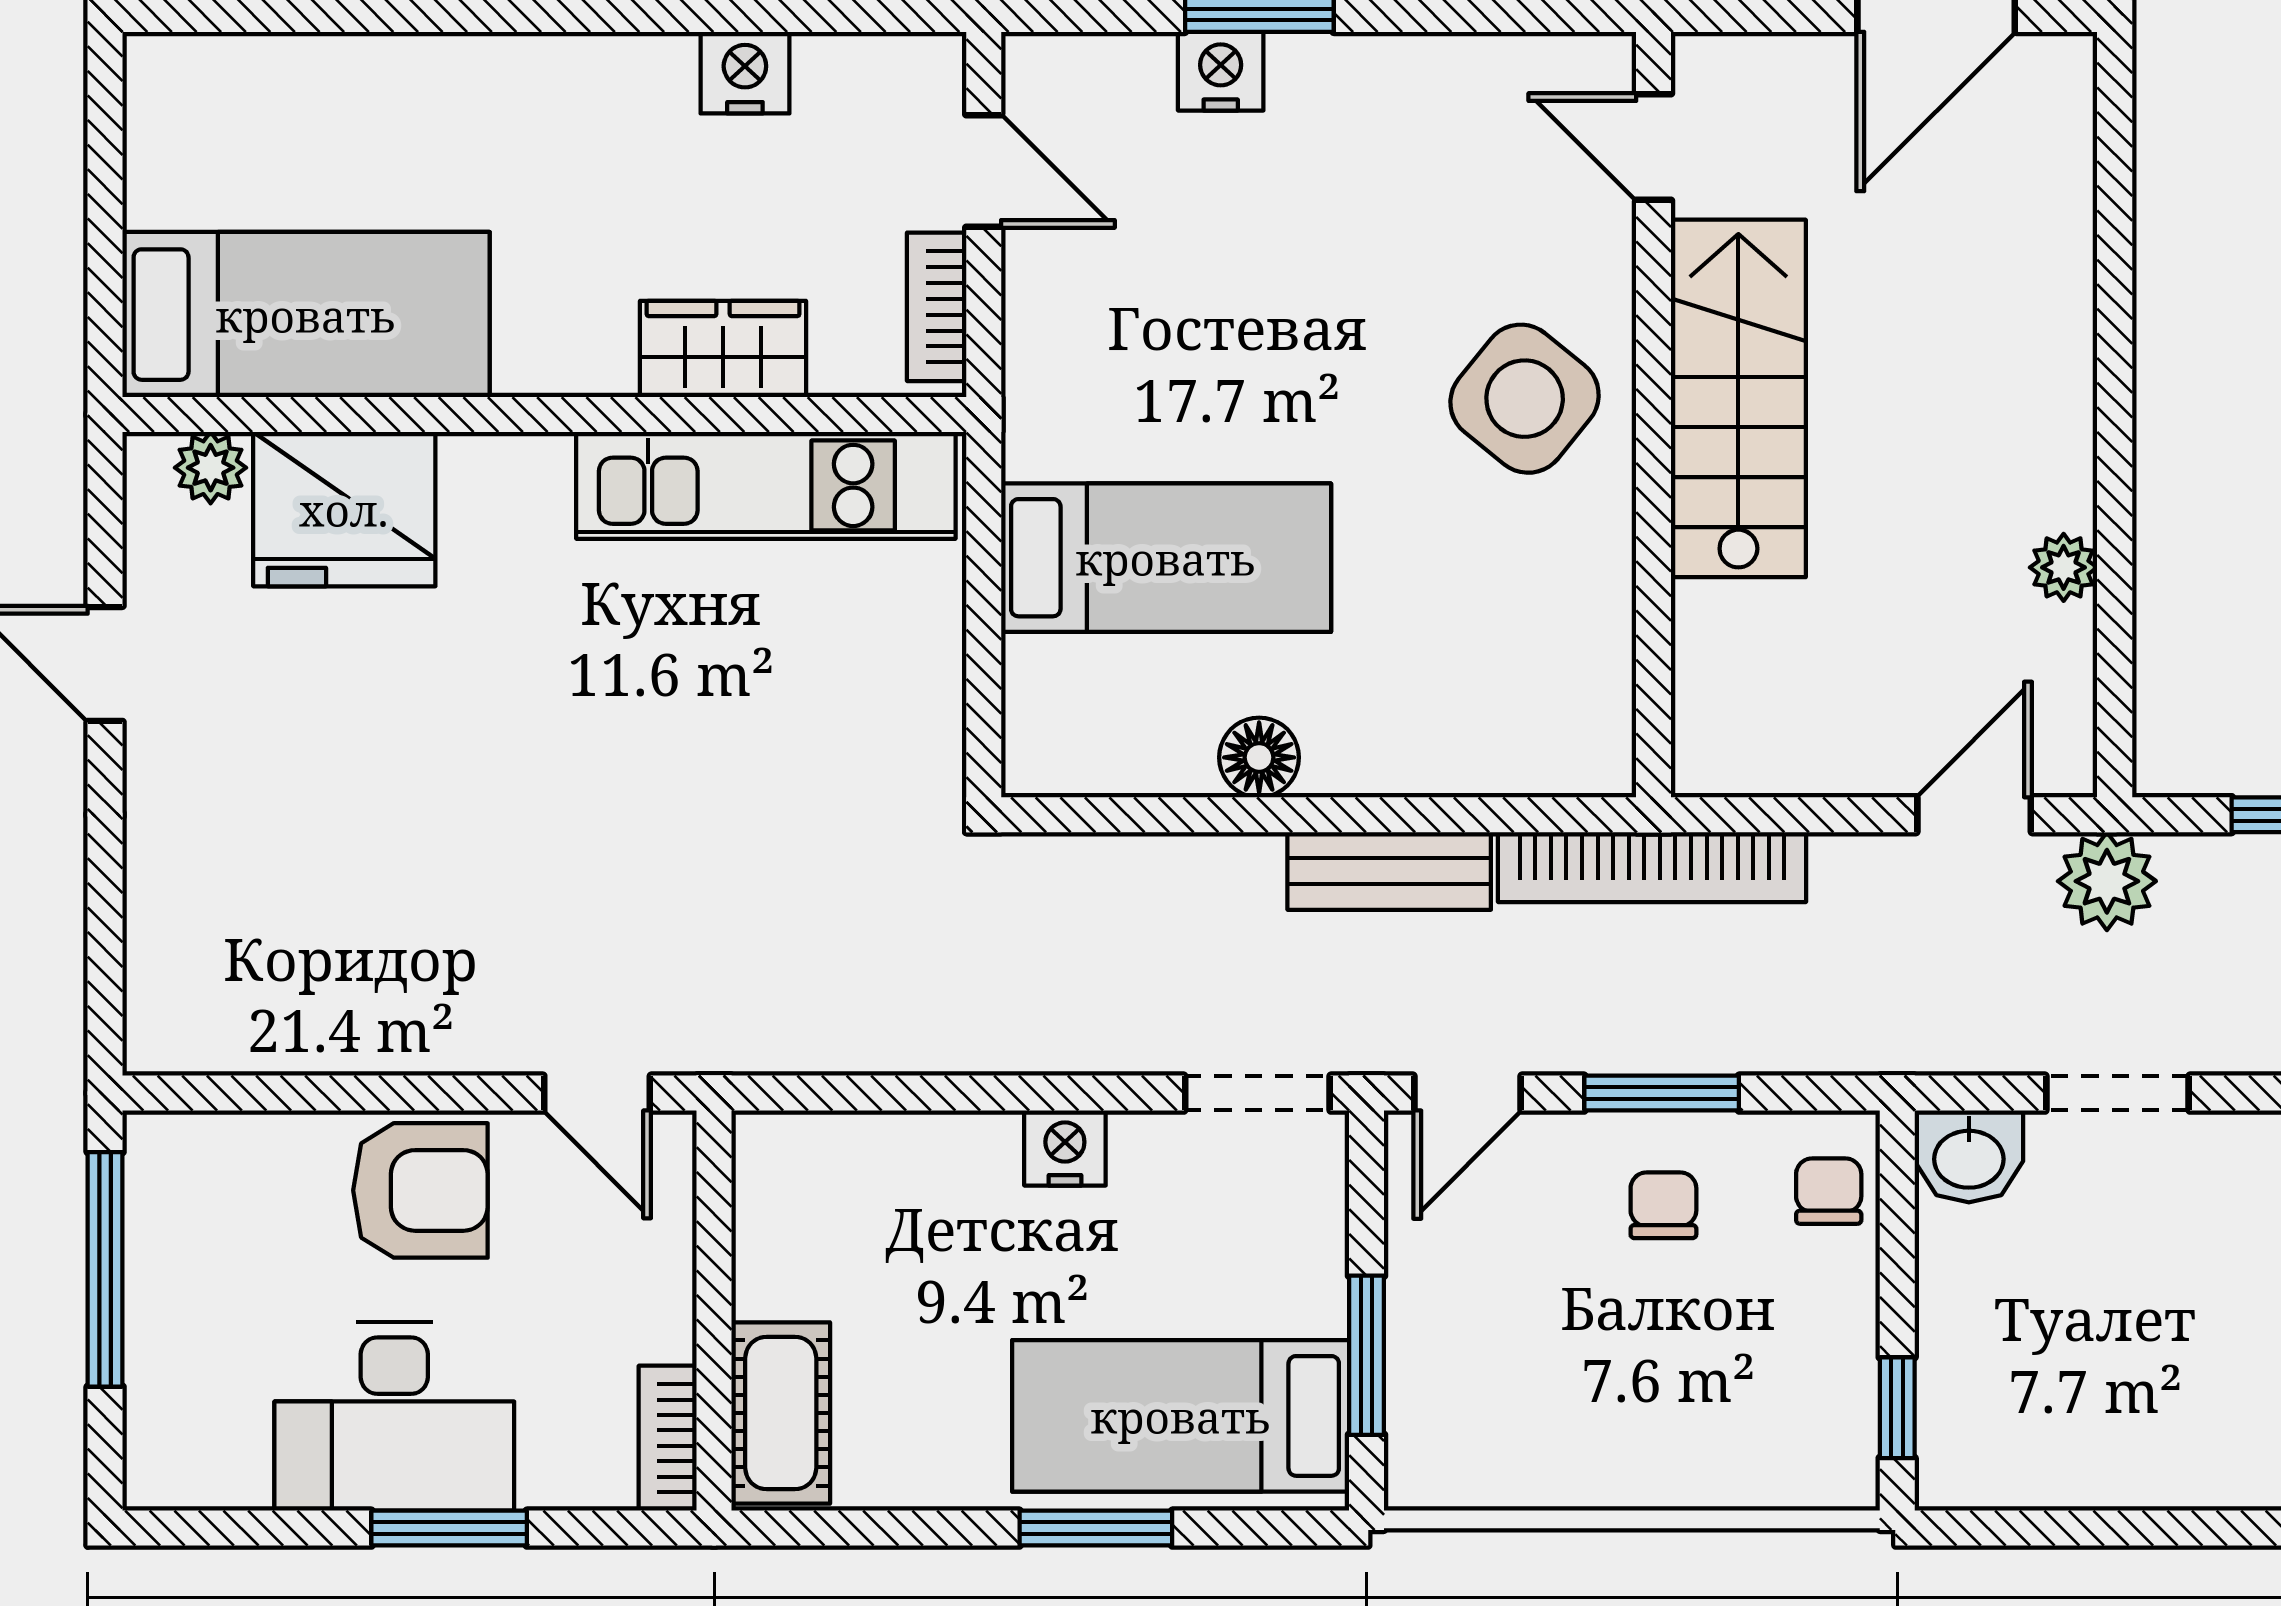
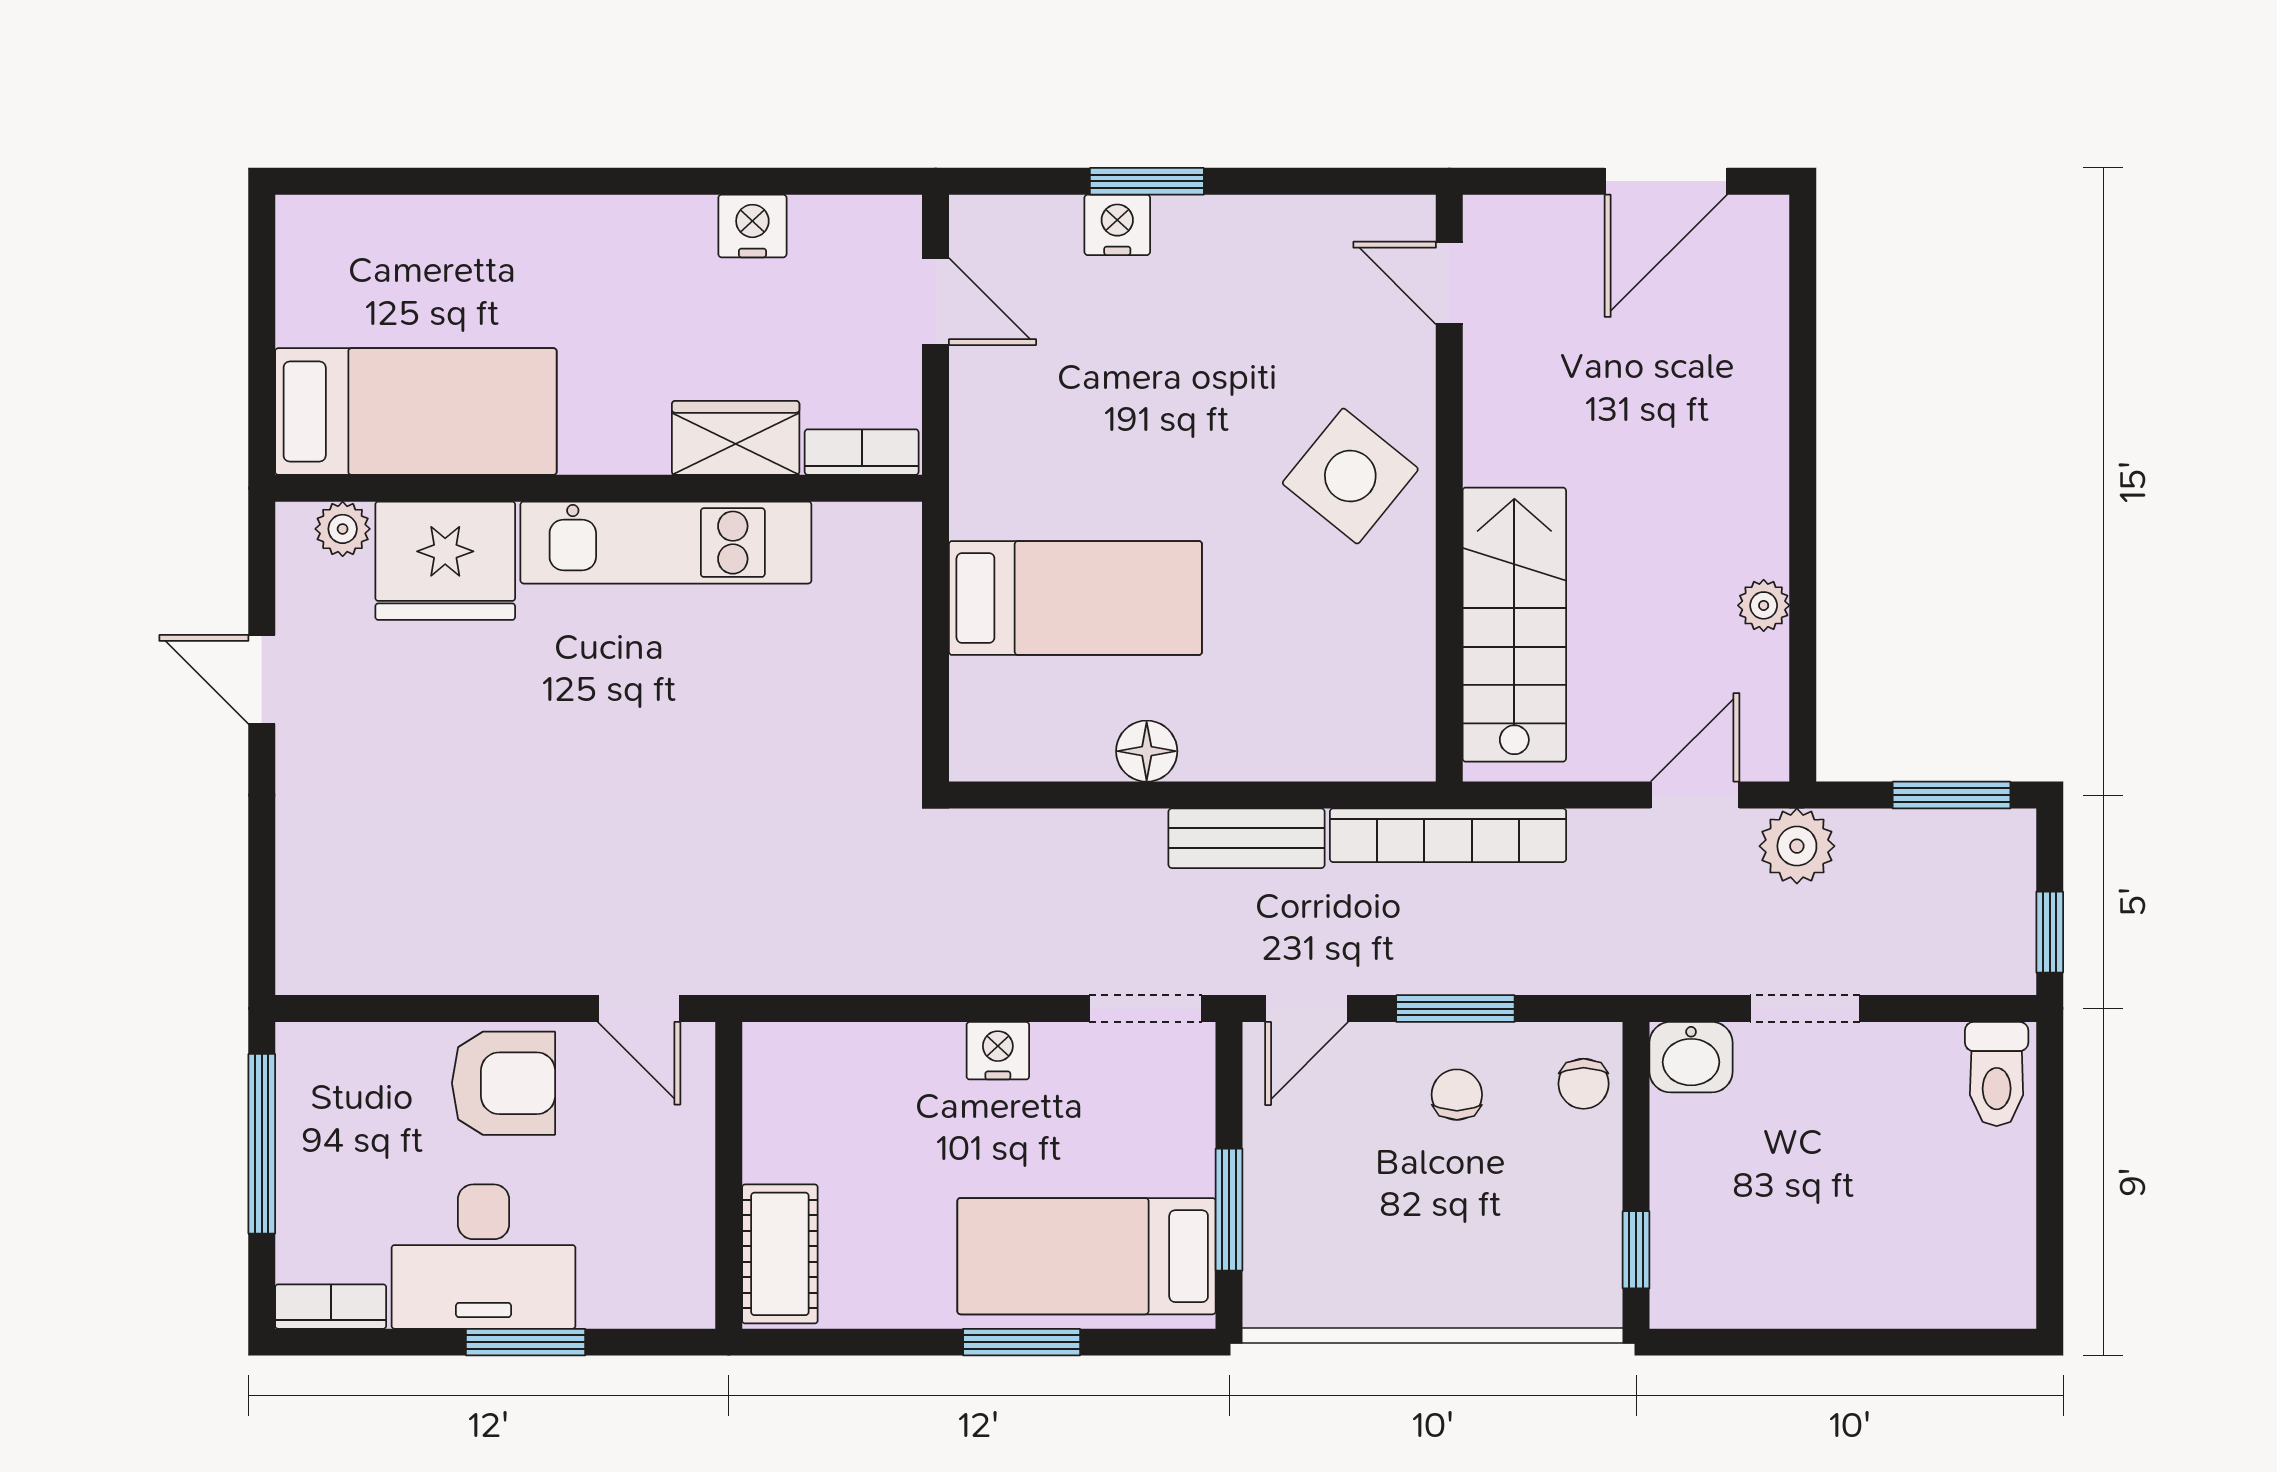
bookcase: (937, 307) -> (862, 452), moved, turned 90
stairs: (1738, 398) -> (1514, 625), moved
kitchen unit: (766, 485) -> (666, 543), moved
chair: (1829, 1191) -> (1584, 1084), turned 180
bookcase: (668, 1438) -> (331, 1307), moved, turned 90

